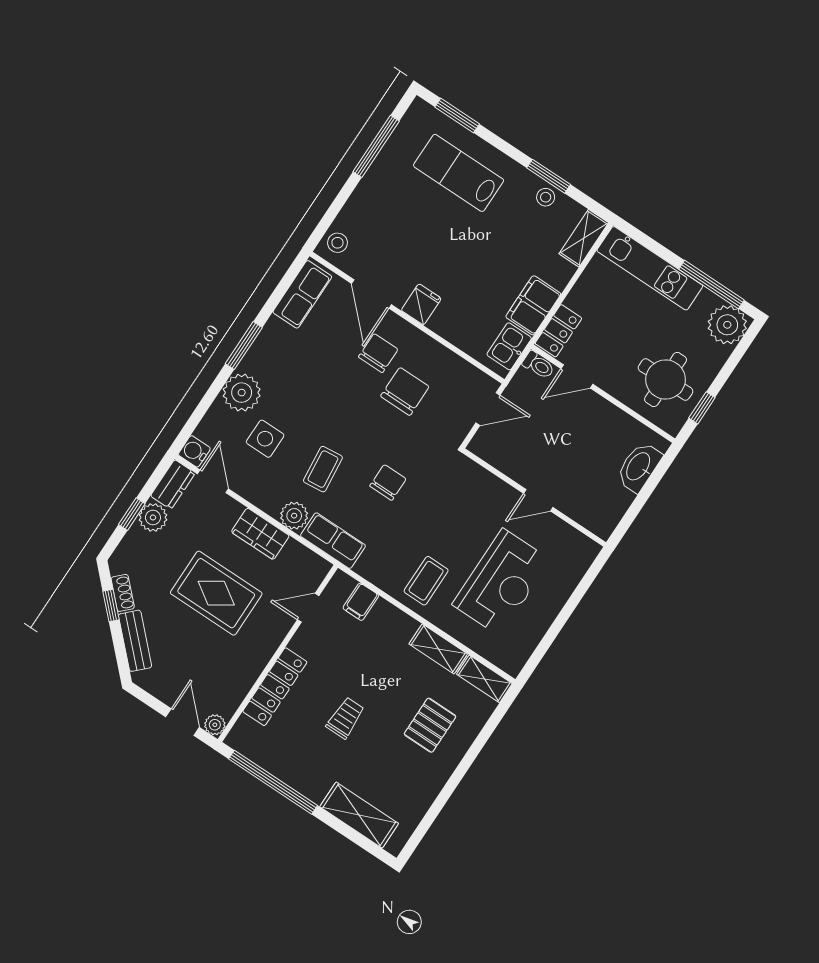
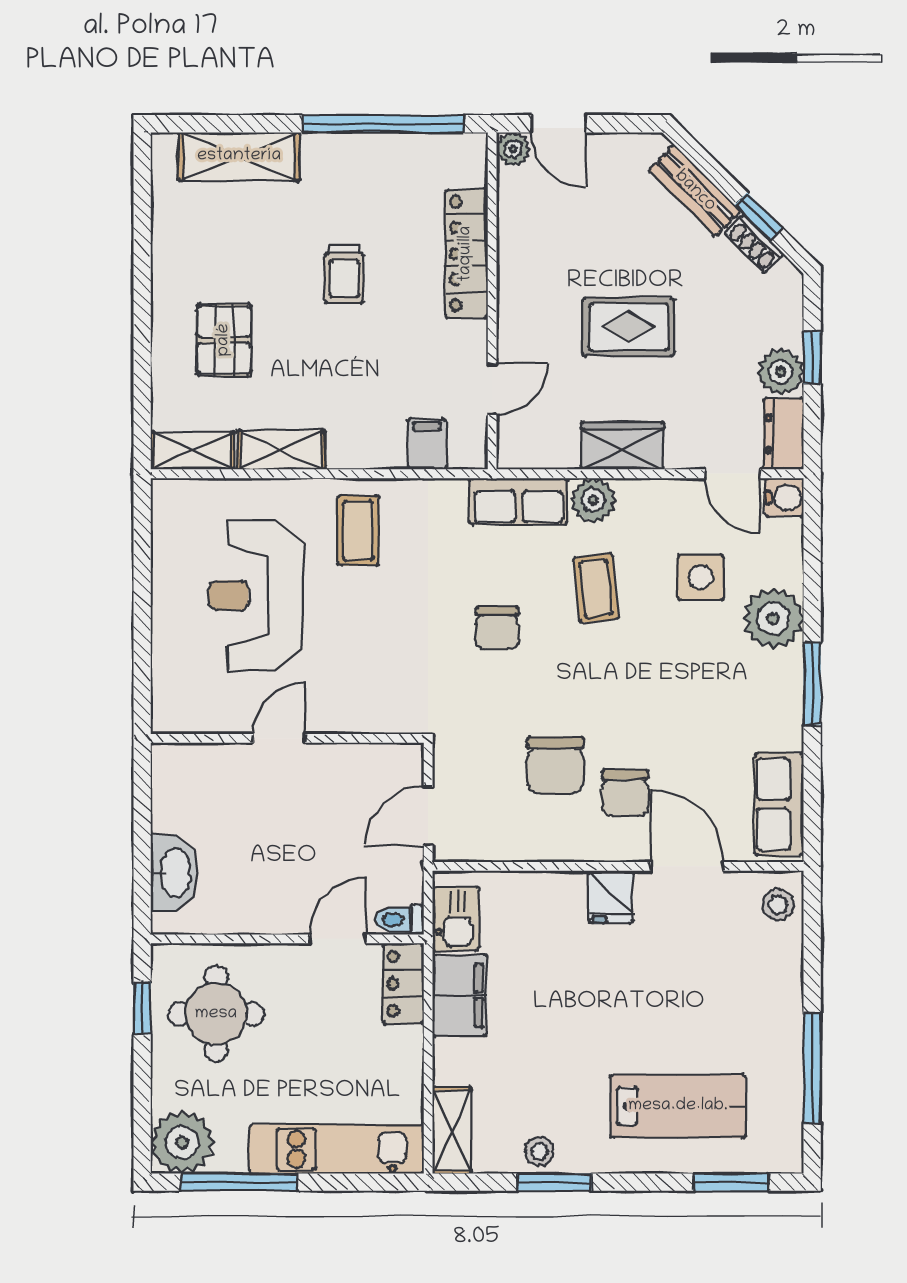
rug: (216, 593) -> (629, 327), width x0.73, depth x0.70

